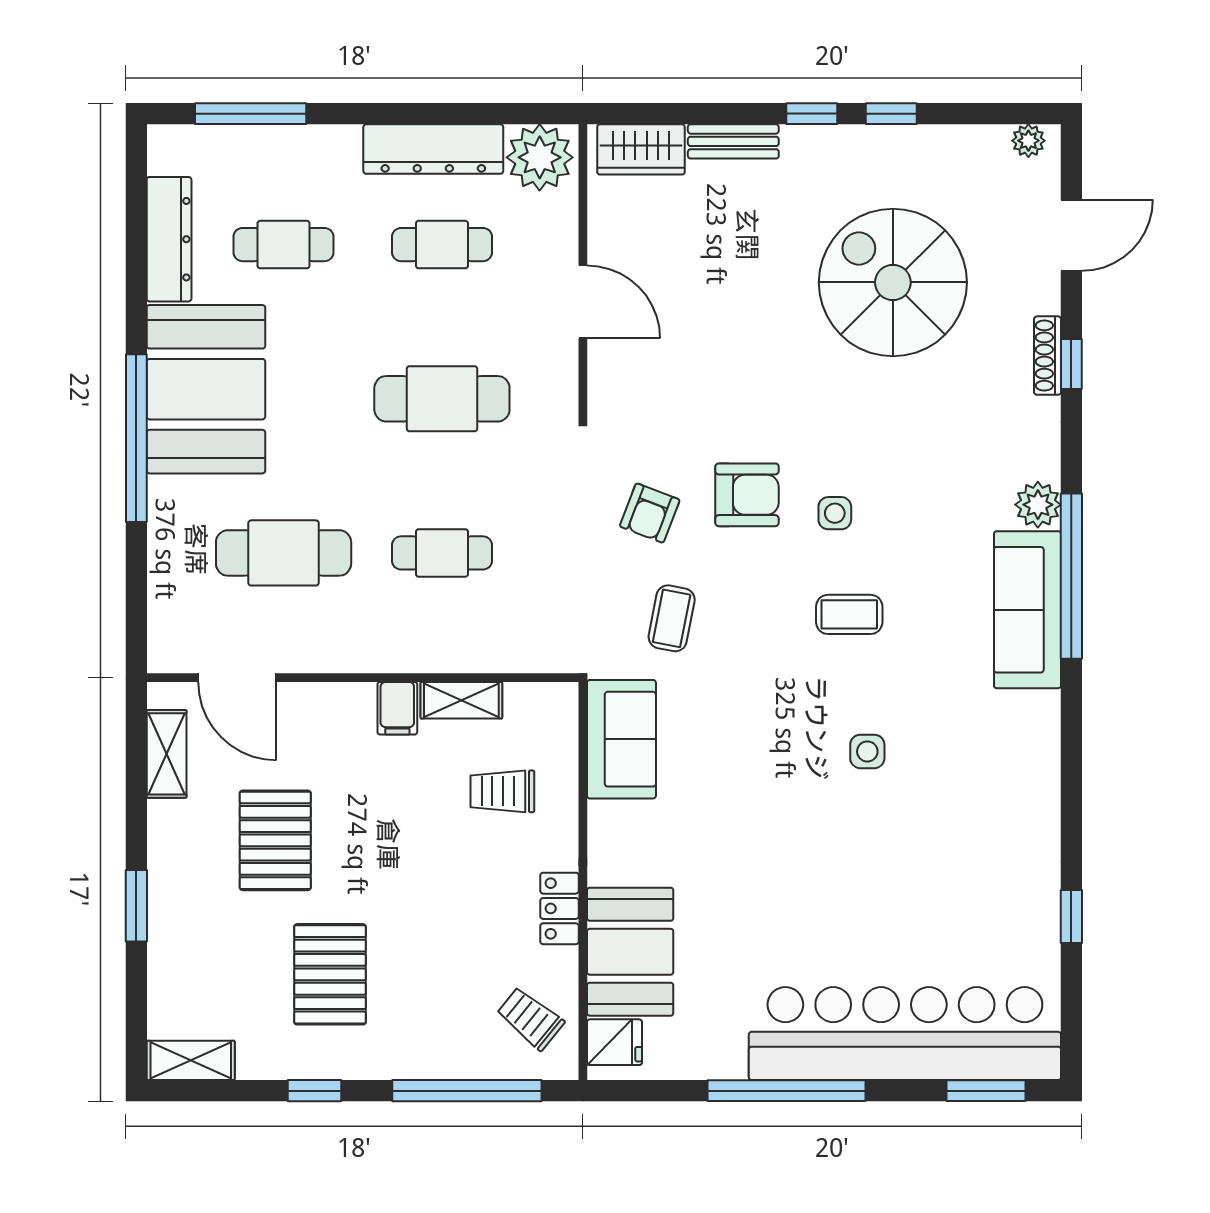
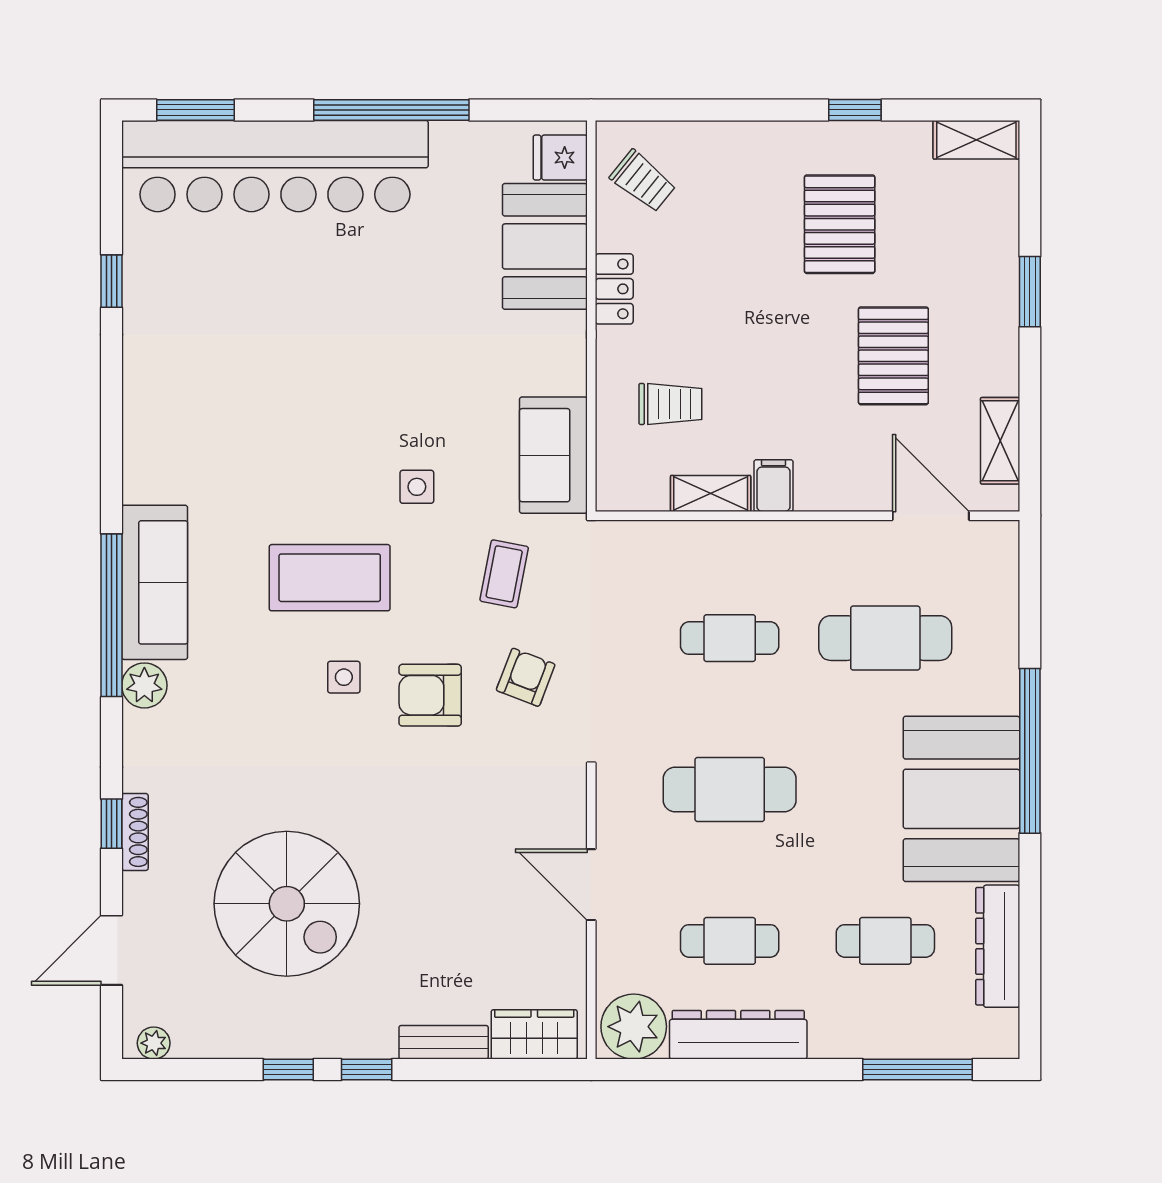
coffee table: (849, 614) -> (330, 578), width x1.86, depth x1.72
side table: (867, 751) -> (417, 487), moved
window: (467, 1091) -> (705, 110), removed

